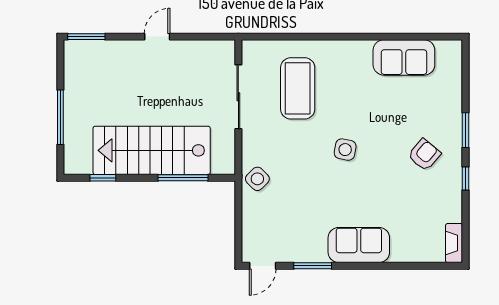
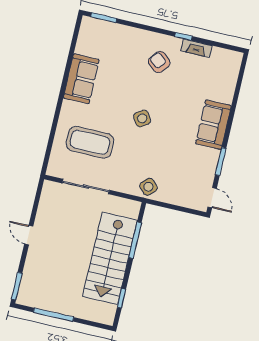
sofa: (404, 57) -> (81, 79), moved
window: (60, 117) -> (54, 315), moved
window: (466, 130) -> (104, 18), moved
side table: (345, 150) -> (142, 118), turned 45
fireplace: (454, 243) -> (196, 48), moved

